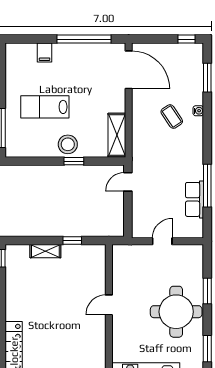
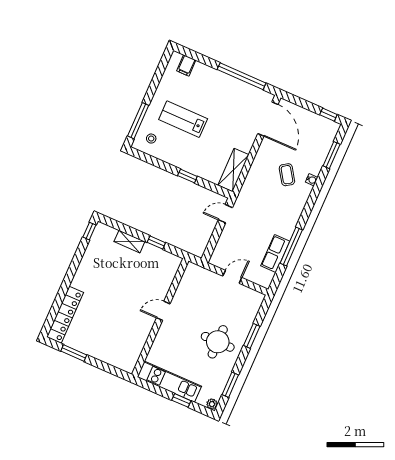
filing cabinet: (45, 52) -> (186, 65), moved
stool: (68, 144) -> (151, 139), moved, width x0.53, depth x0.53
round table: (176, 312) -> (218, 342), width x0.73, depth x0.73

